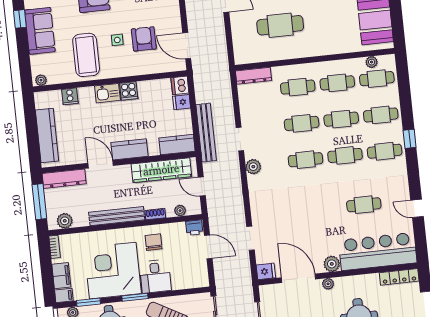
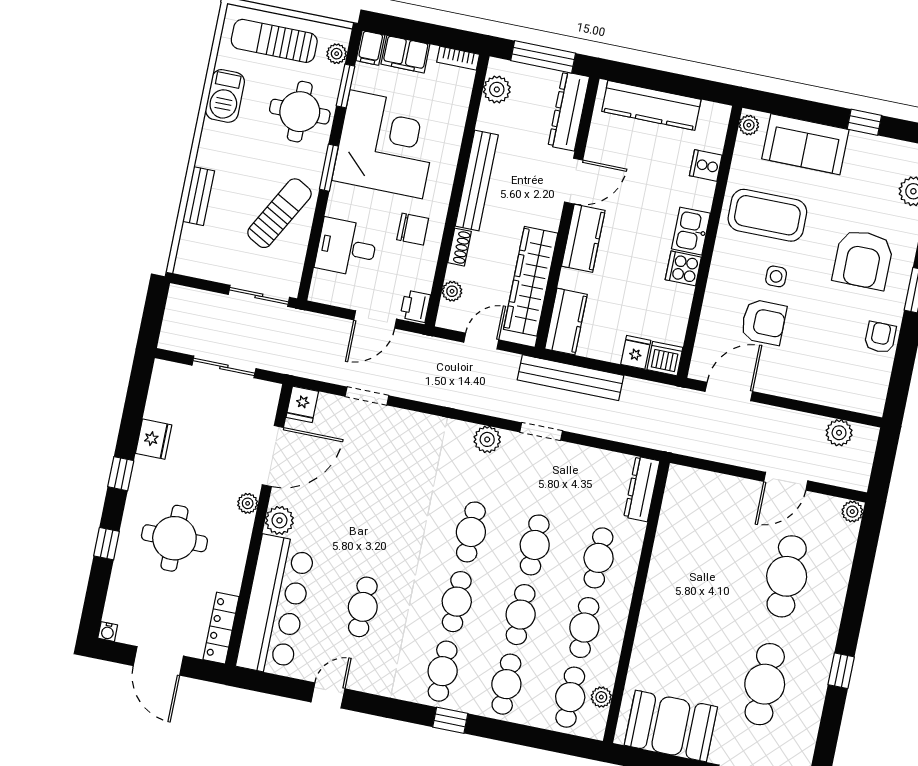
cafe table: (280, 25) -> (713, 561), removed
sofa: (40, 31) -> (805, 144), moved
desk: (155, 276) -> (347, 247), moved

